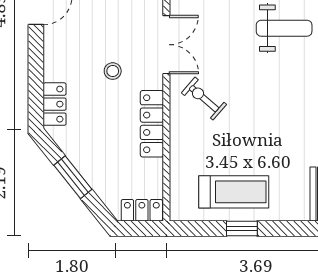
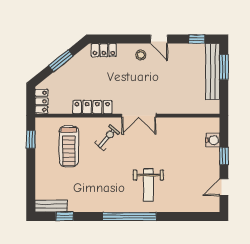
stool: (113, 71) -> (141, 55), moved
treadmill: (234, 192) -> (69, 146), moved
window: (242, 228) -> (31, 139), moved

